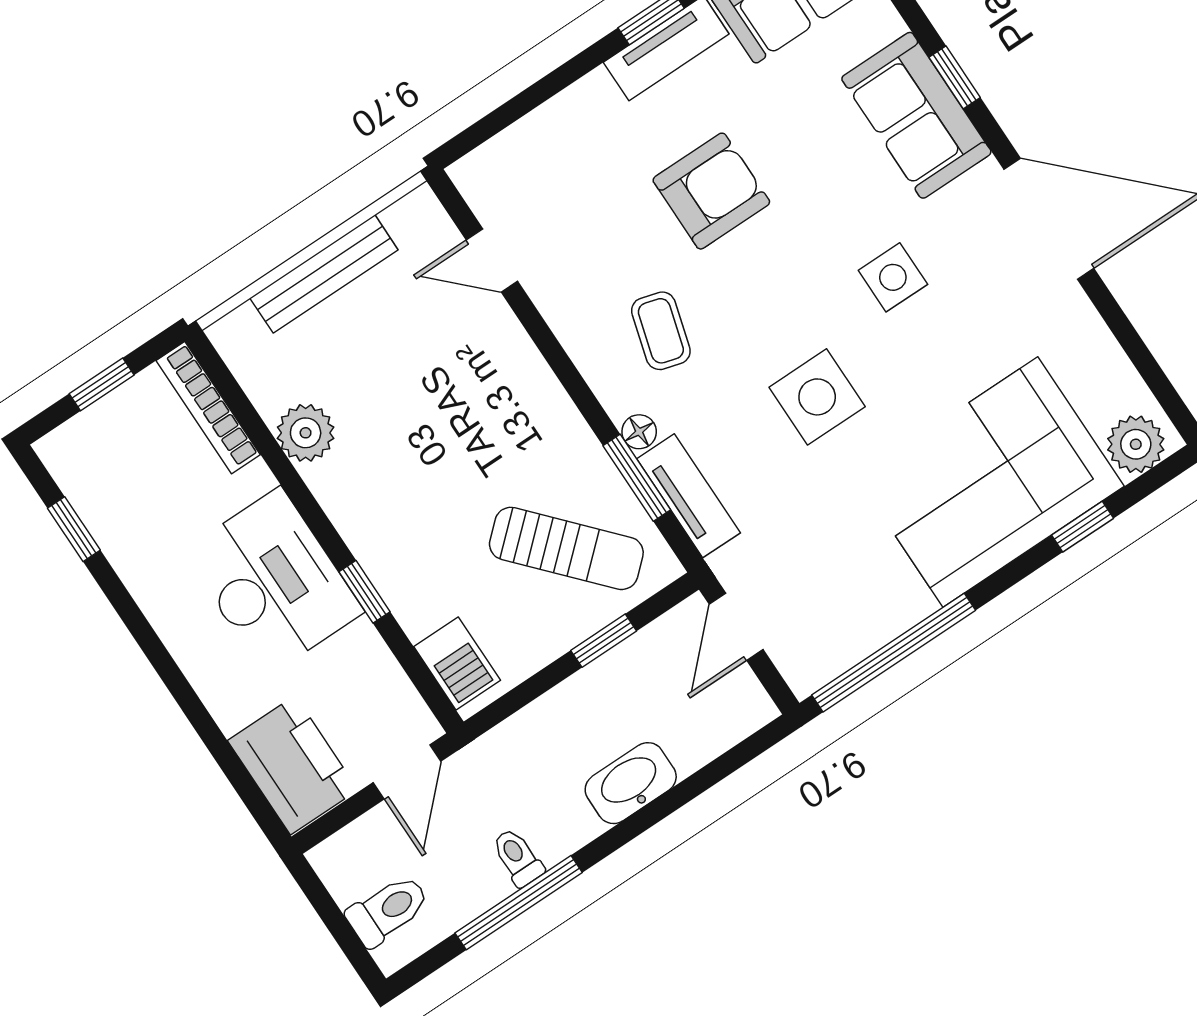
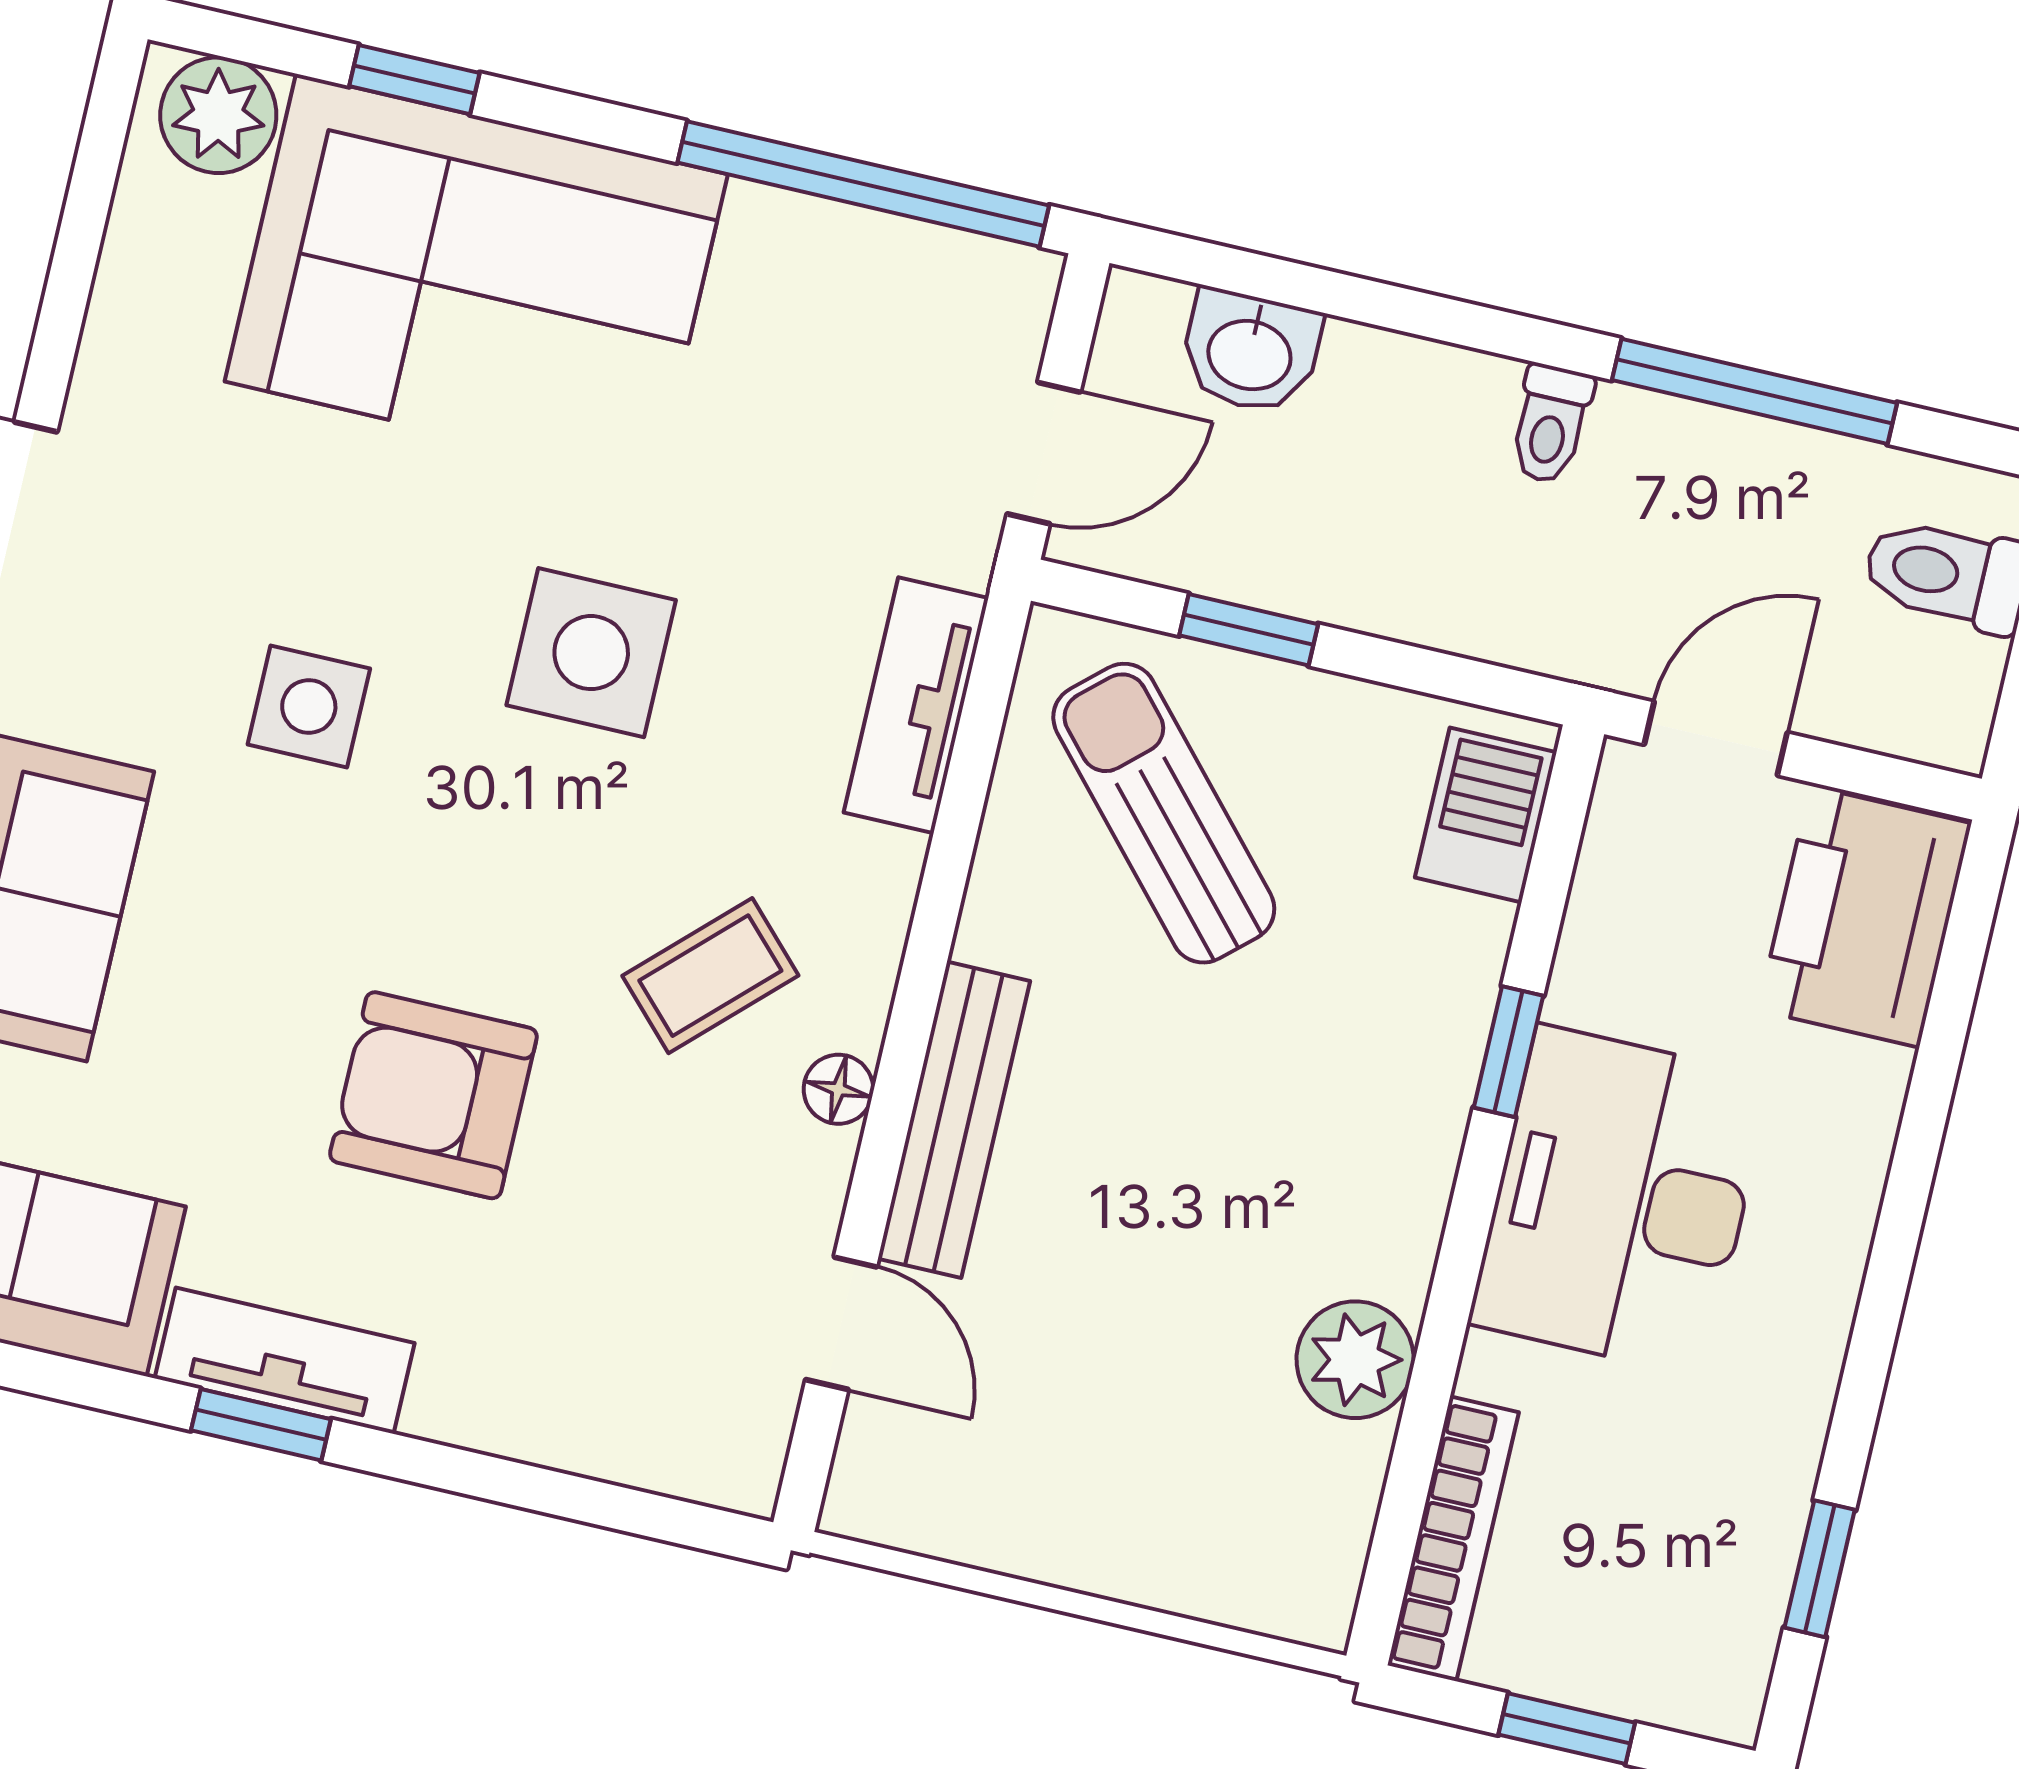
bench: (324, 274) -> (954, 1120), moved, turned 90
coffee table: (661, 331) -> (710, 976), turned 30
floor lamp: (639, 432) -> (838, 1089), moved
window: (637, 478) -> (961, 807), removed
washbasin: (631, 783) -> (1250, 352), moved, width x0.72
toilet: (517, 857) -> (1551, 424), moved

